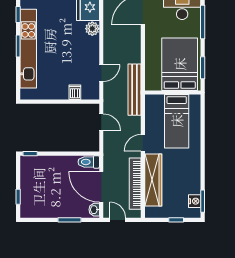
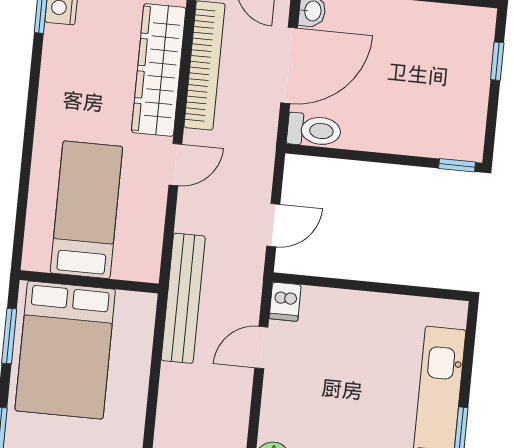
dishwasher: (75, 92) -> (285, 302), moved
door: (101, 122) -> (273, 225), swing flipped
door: (101, 187) -> (289, 65), hinge flipped

